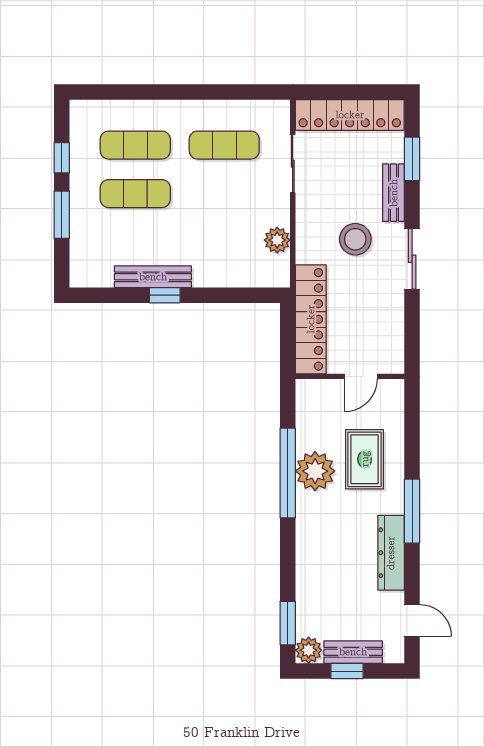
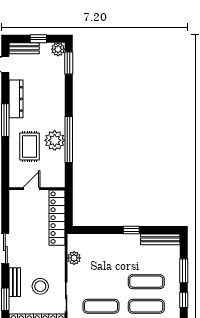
stool: (355, 239) -> (40, 286), moved
bench: (153, 277) -> (160, 239), moved
bench: (353, 652) -> (24, 48), moved

